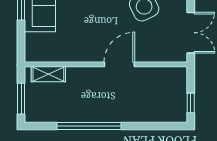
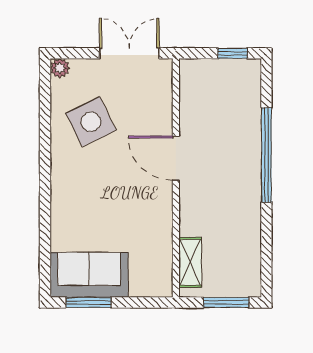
window: (89, 126) -> (266, 155), moved

